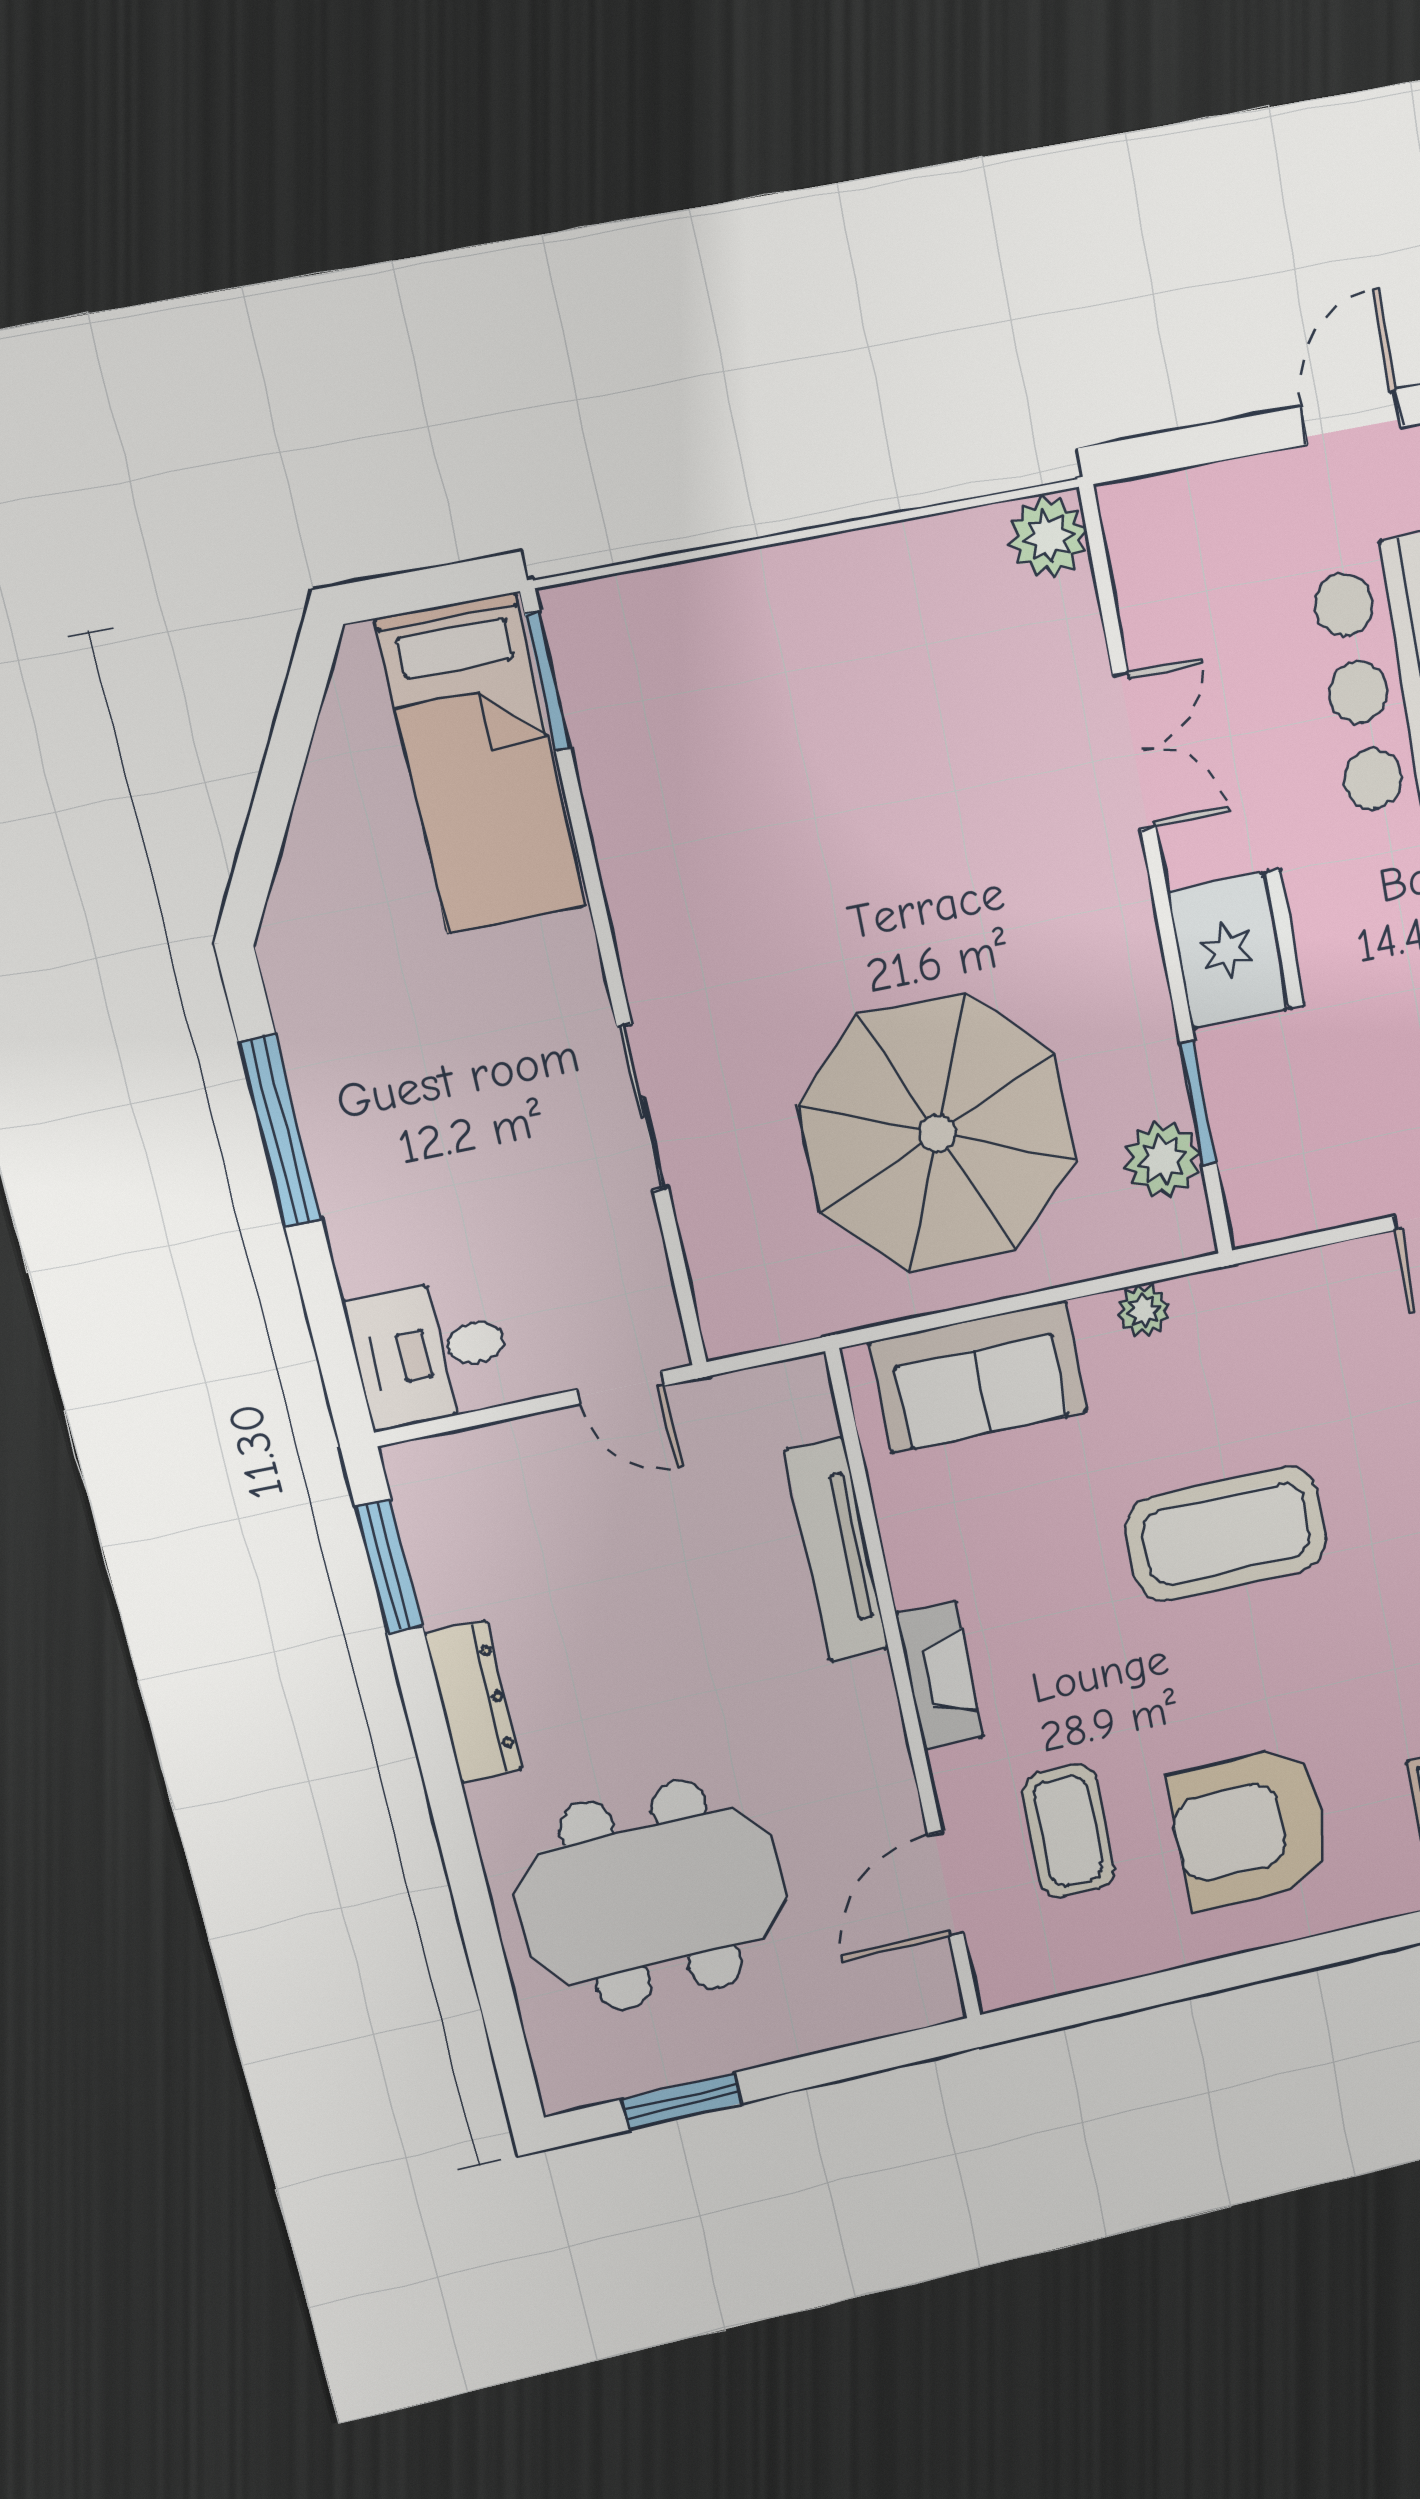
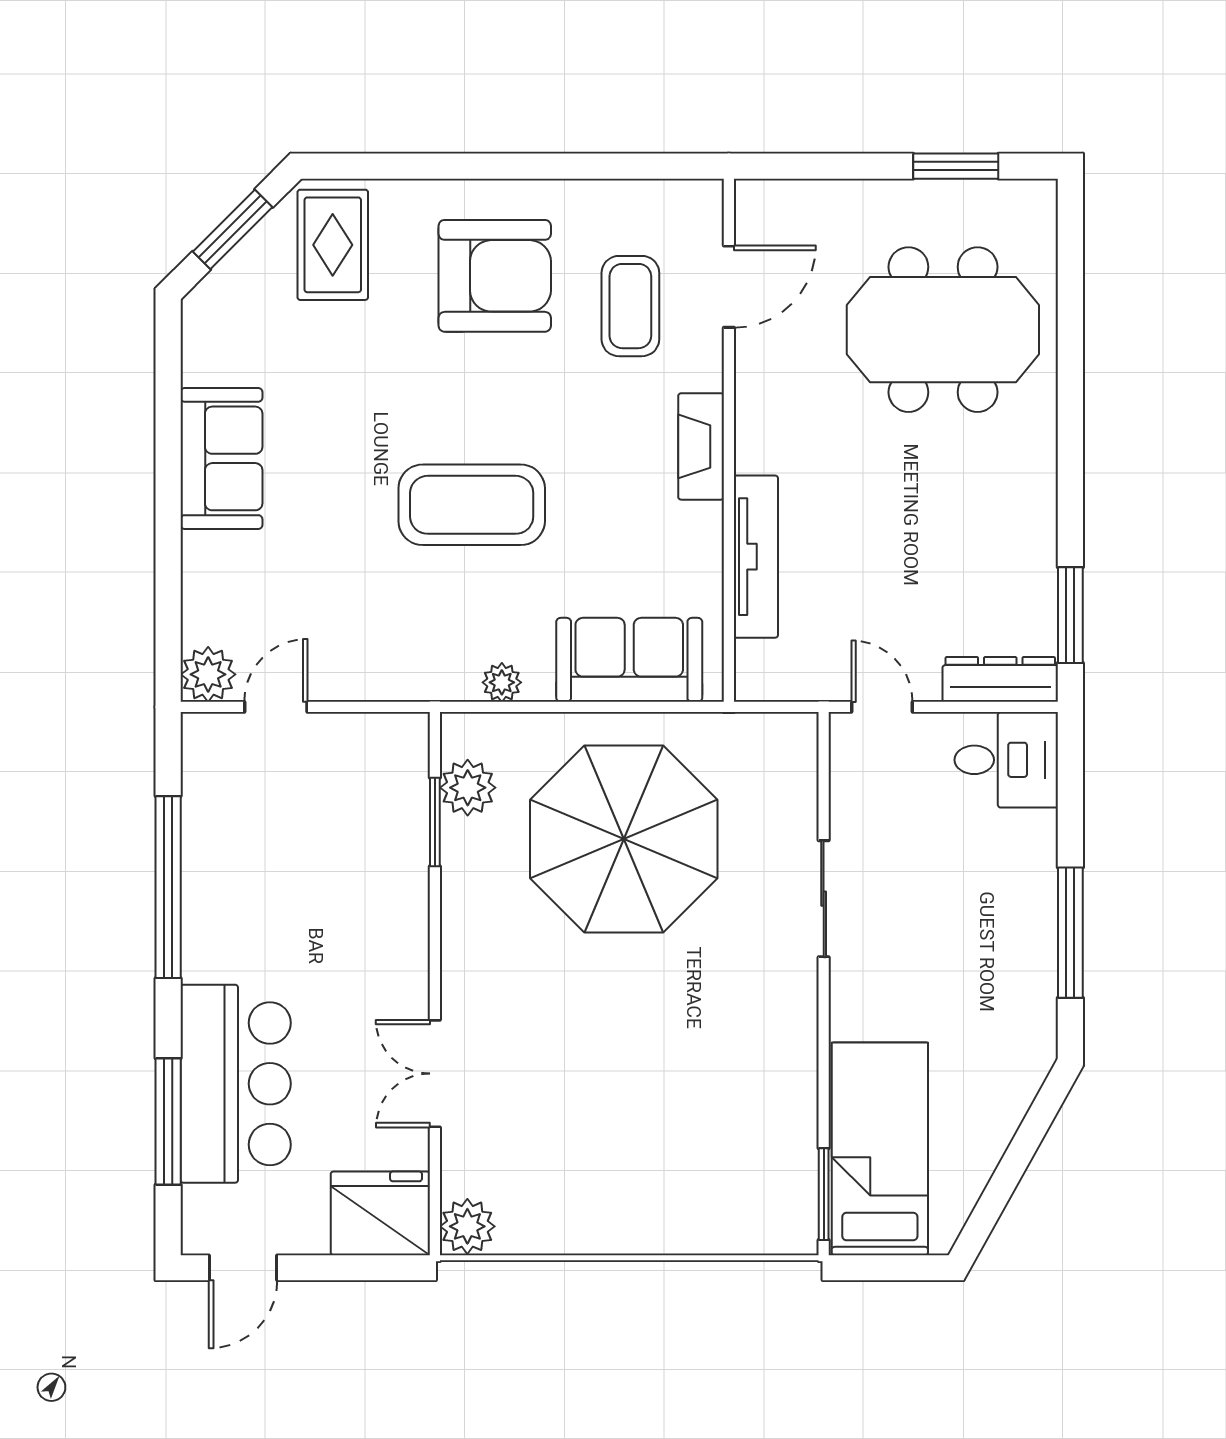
fridge: (1236, 949) -> (380, 1213), moved, turned 90
dresser: (473, 1702) -> (1000, 679), moved, turned 90

